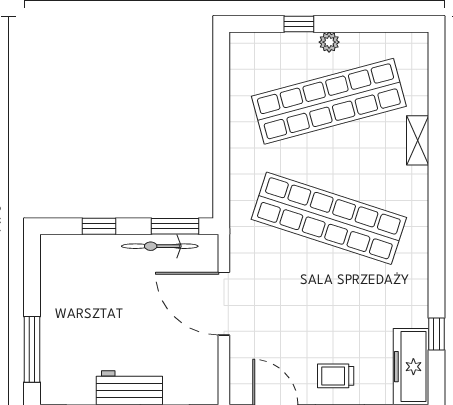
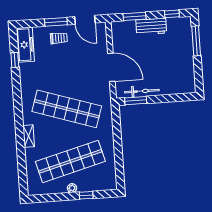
shelving: (418, 140) -> (29, 136), moved
window: (99, 226) -> (170, 98), removed

